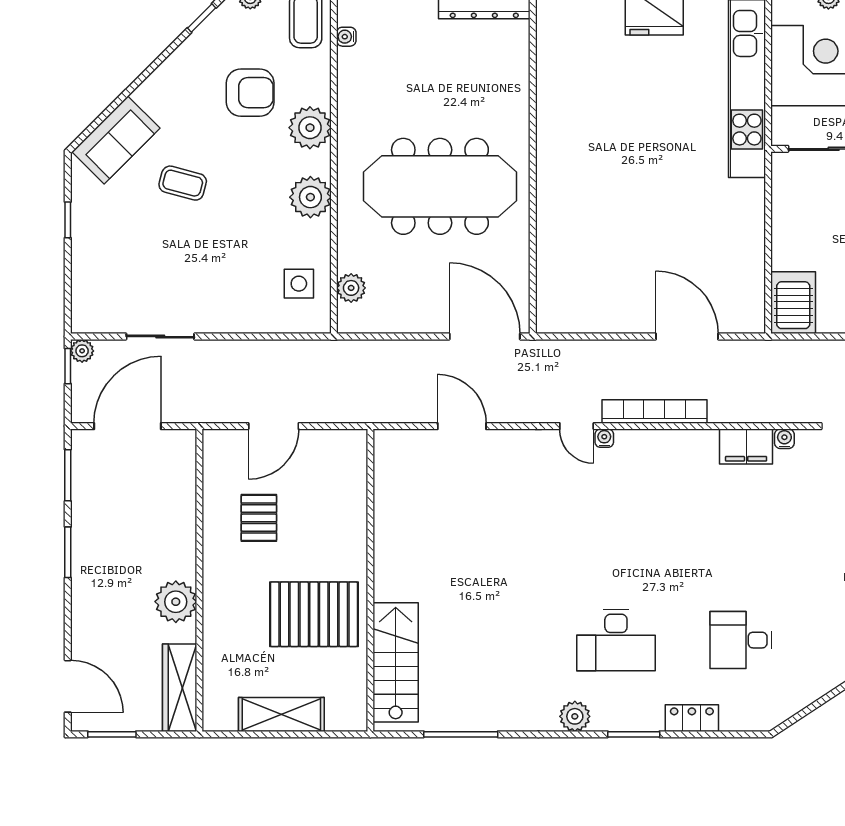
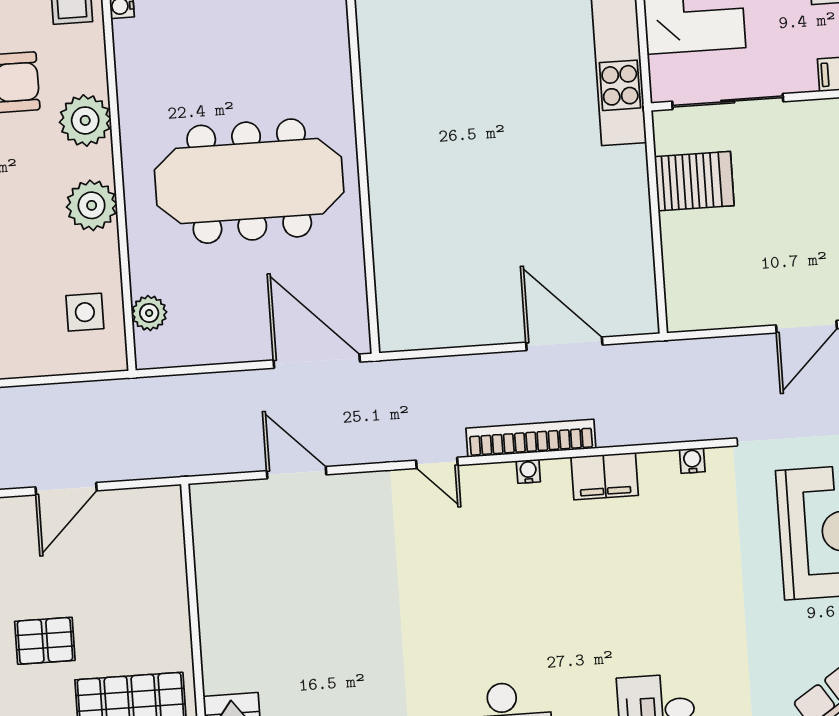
server rack: (793, 303) -> (694, 181), moved, turned 90
water cooler: (604, 438) -> (528, 471), moved
filing cabinet: (746, 447) -> (605, 476), moved
pallet: (259, 518) -> (45, 641), moved, turned 90

